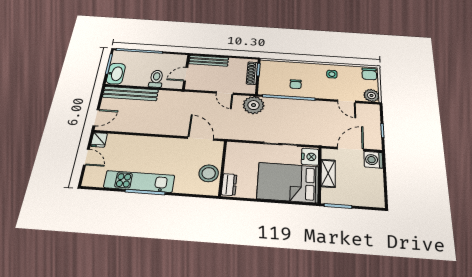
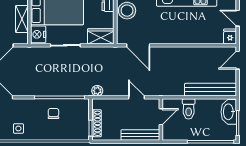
door: (225, 93) -> (136, 97), moved
plant: (254, 105) -> (97, 91), width x0.53, depth x0.53
wardrobe: (241, 150) -> (101, 36), added

